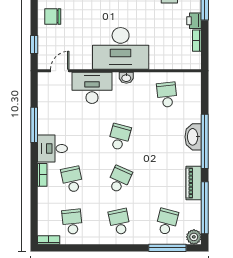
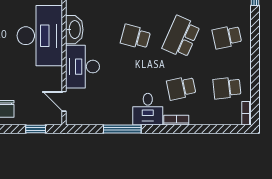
washbasin: (126, 78) -> (74, 30), width x1.91, depth x1.45
school desk: (119, 179) -> (181, 37), width x1.85

